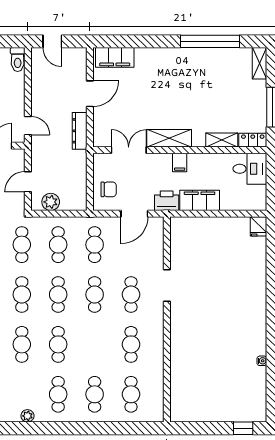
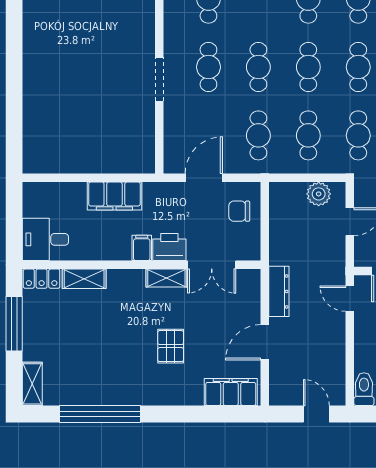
pallet: (159, 91) -> (171, 346), added
shelving: (169, 138) -> (166, 278), width x0.67, depth x0.75
printer: (167, 201) -> (169, 247), moved, turned 180
fridge: (259, 226) -> (34, 160), removed

